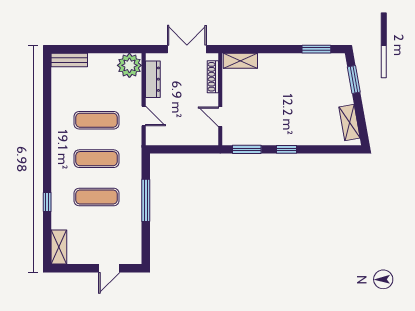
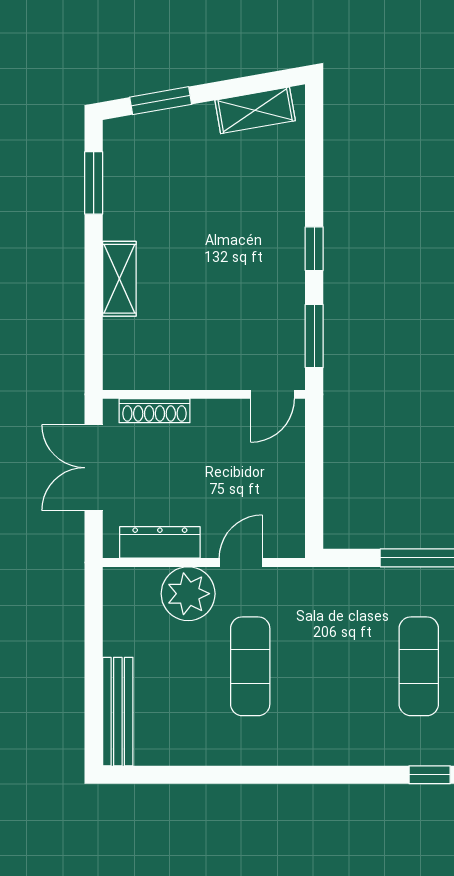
bench: (69, 60) -> (118, 712), width x1.36
shelving: (240, 61) -> (119, 279), moved
plant: (129, 65) -> (188, 594), moved
door: (220, 117) -> (272, 394), moved
exercise mat: (96, 159) -> (334, 666), removed

